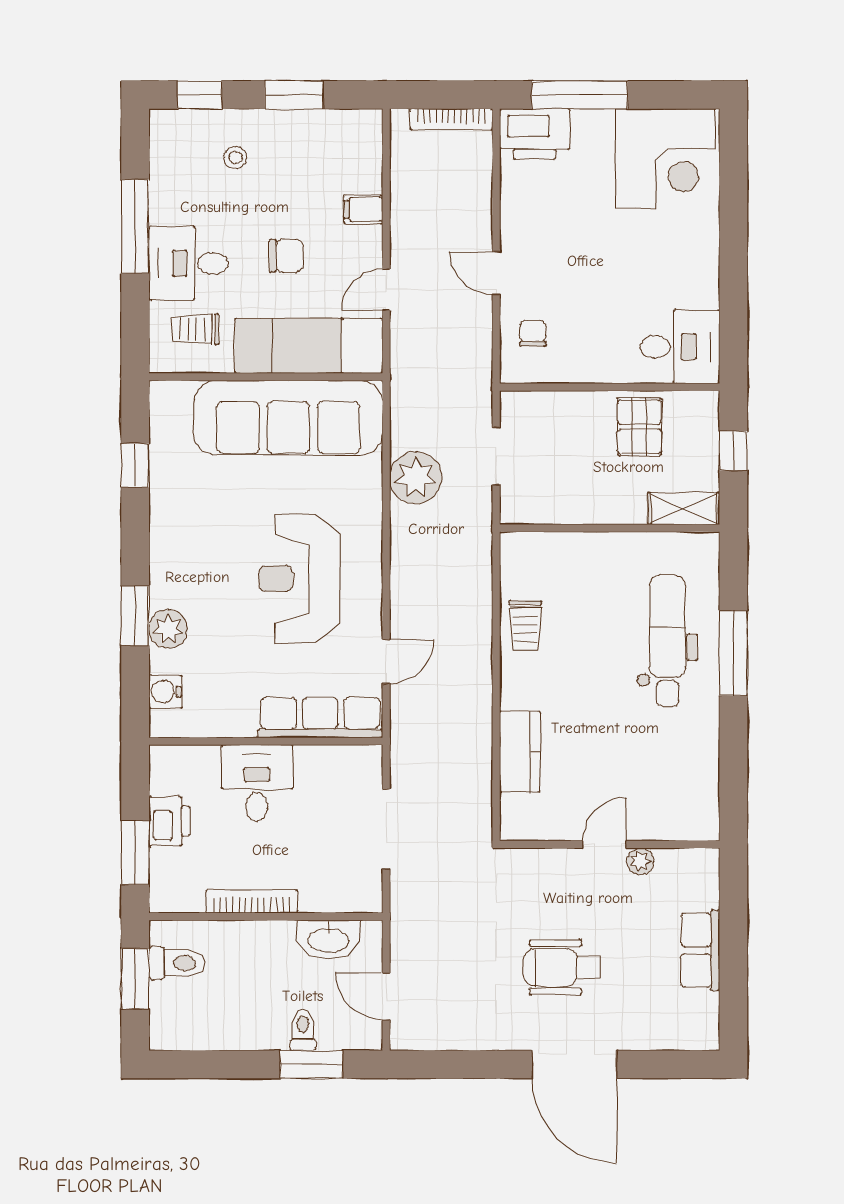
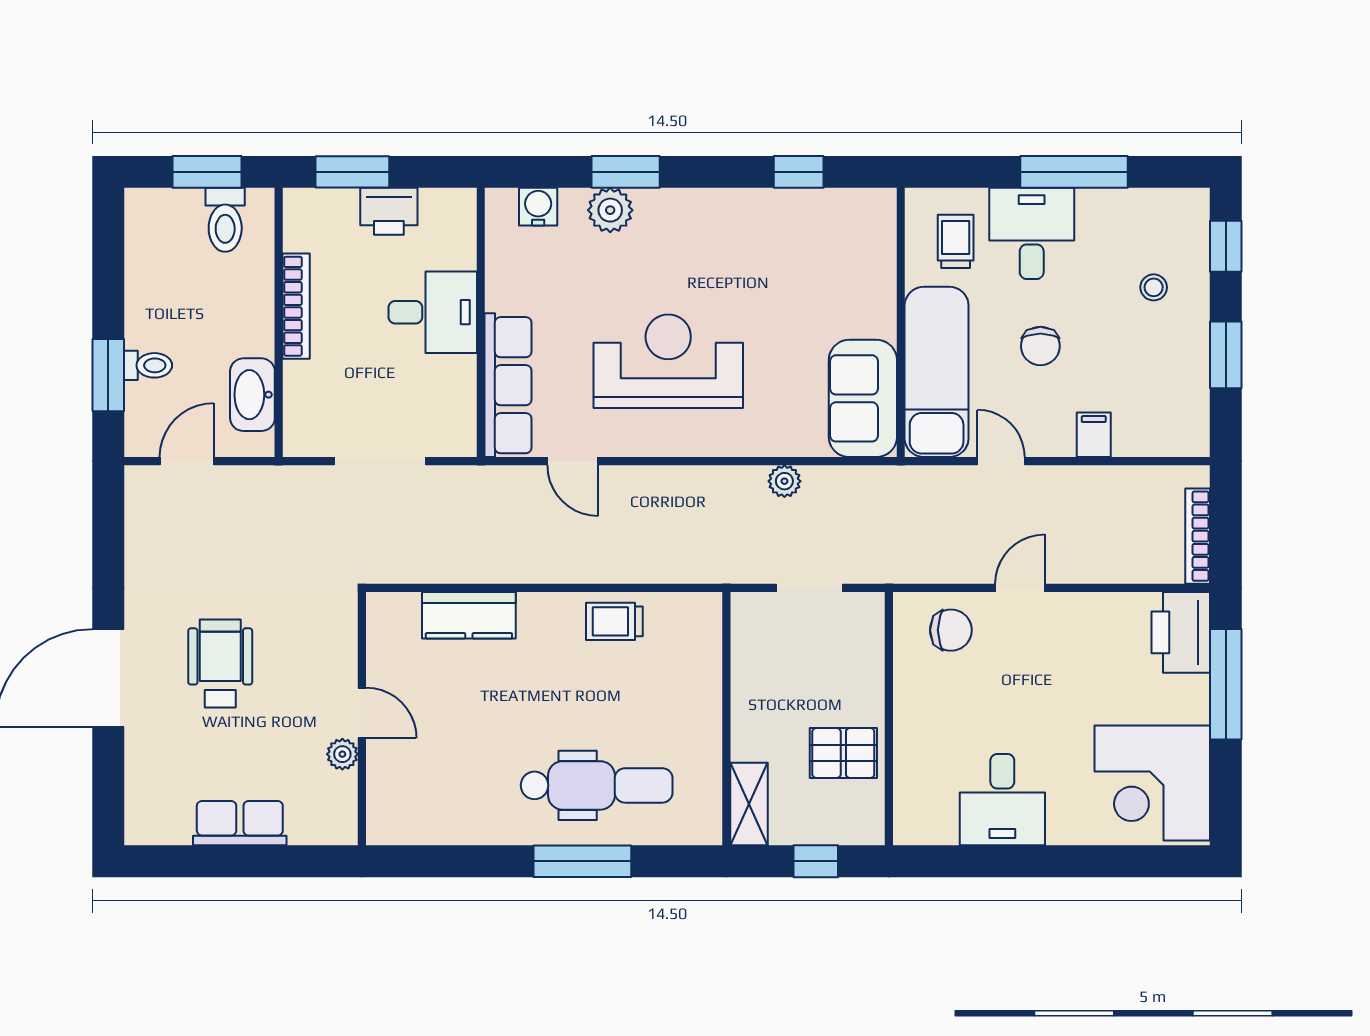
chair: (533, 333) -> (951, 630), width x1.37, depth x1.37
desk: (680, 347) -> (1002, 800), moved
sofa: (288, 418) -> (863, 398), width x0.54, depth x0.79
plant: (416, 478) -> (784, 481), width x0.53, depth x0.53

